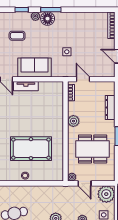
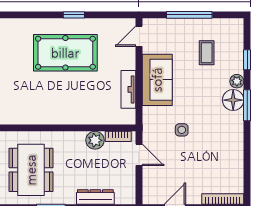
door: (83, 79) -> (139, 155), hinge flipped
tv unit: (26, 86) -> (128, 89), moved
plant: (73, 121) -> (95, 140), moved
pool table: (31, 149) -> (65, 53), moved, turned 90

